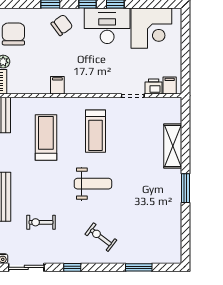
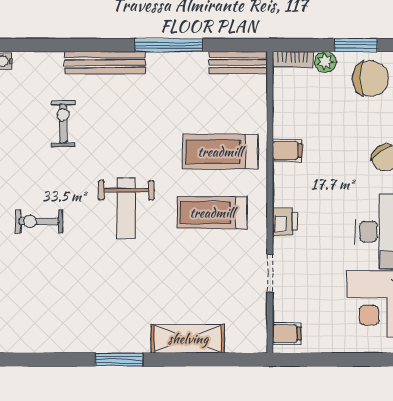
printer: (154, 87) -> (285, 221), moved
treadmill: (46, 137) -> (220, 152), moved, turned 180
exercise bike: (101, 237) -> (39, 221), turned -127

